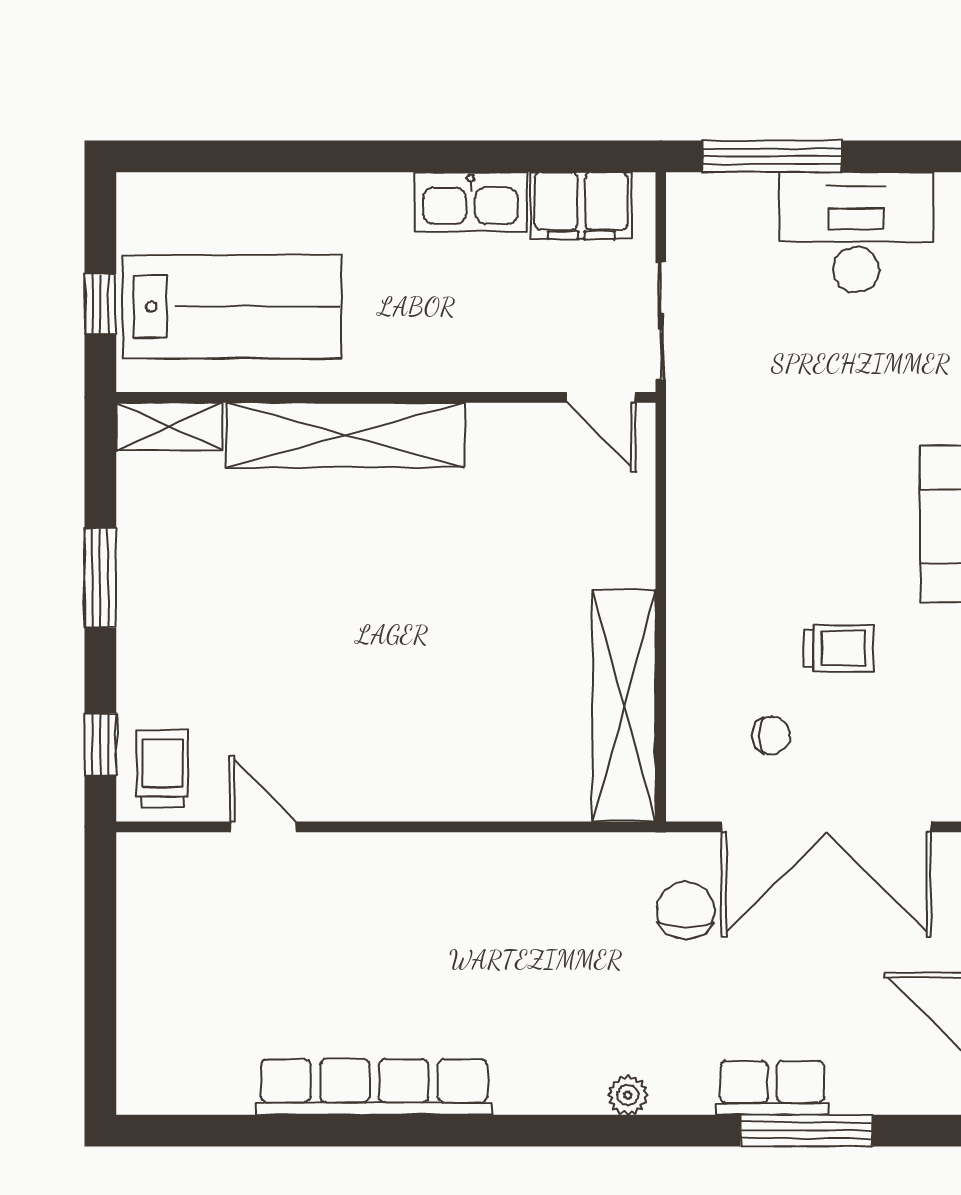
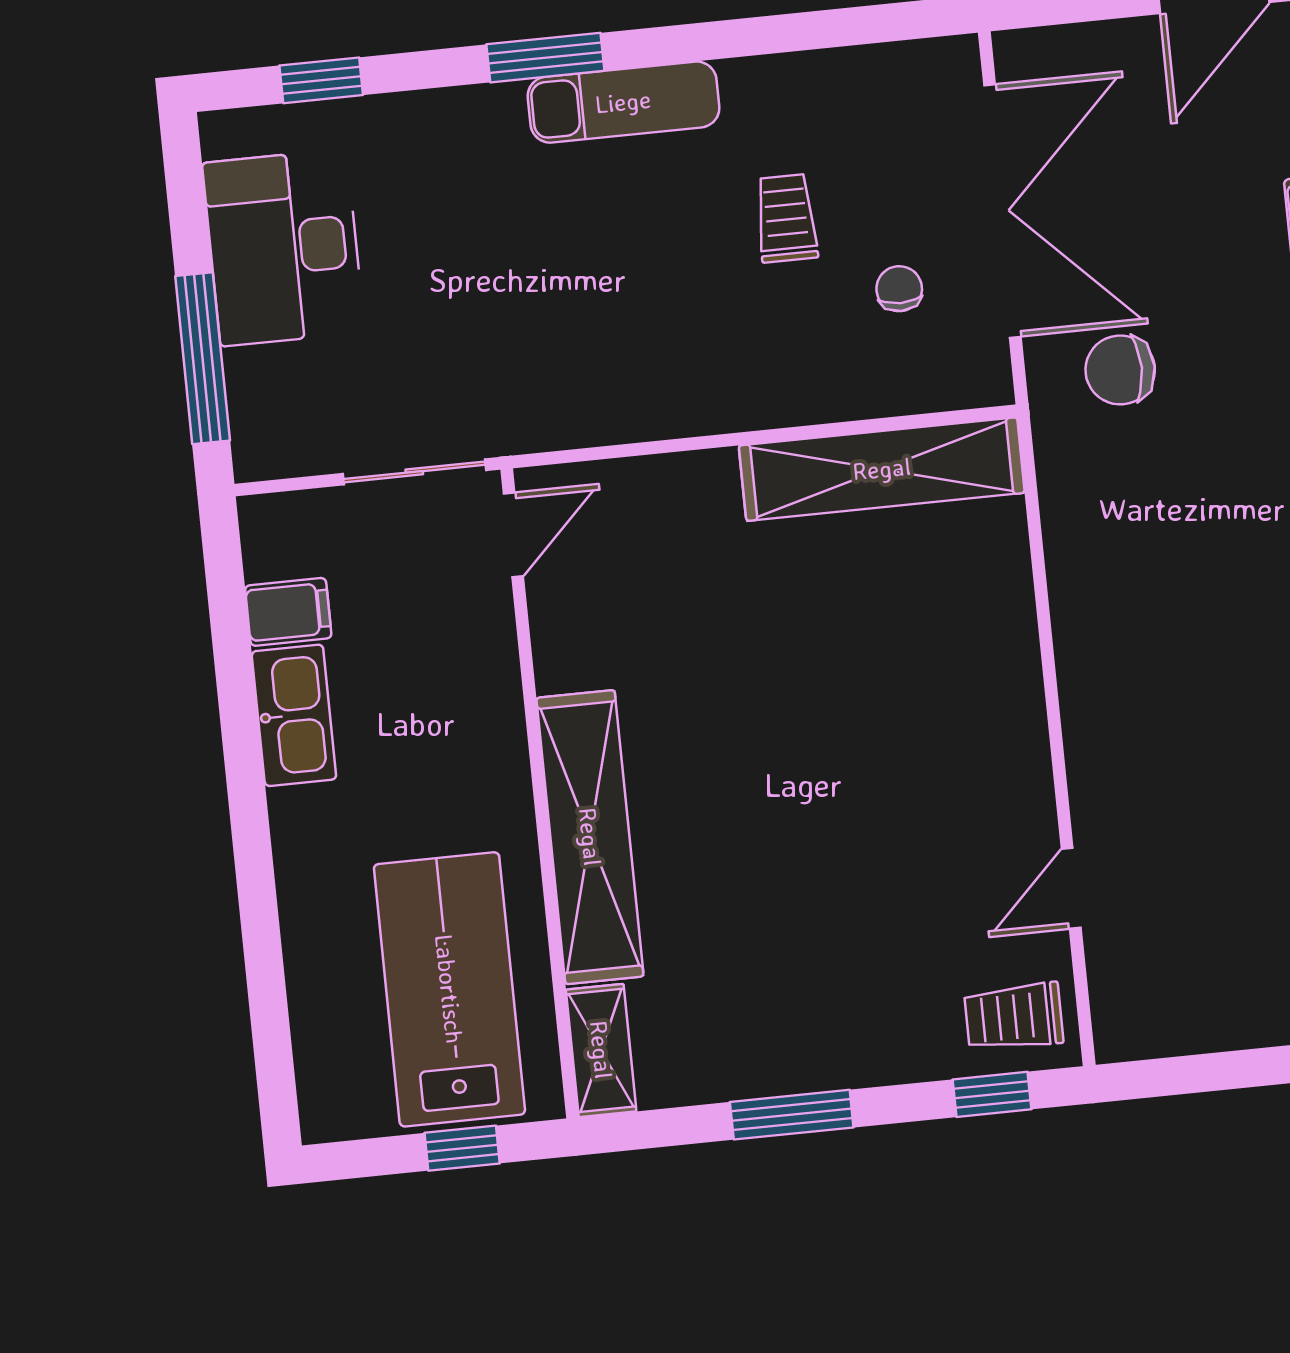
filing cabinet: (581, 206) -> (288, 612), width x0.50

